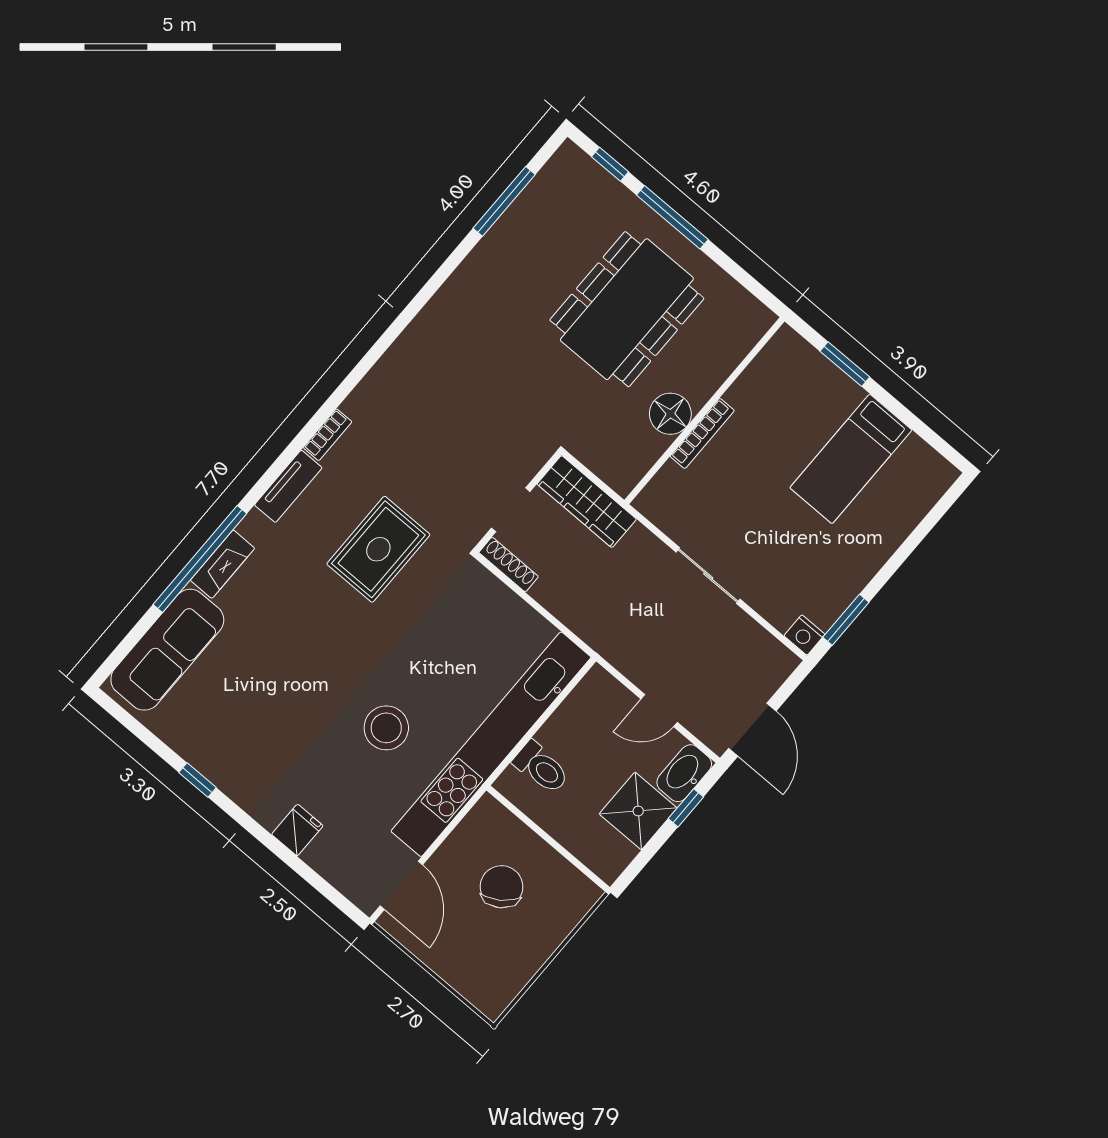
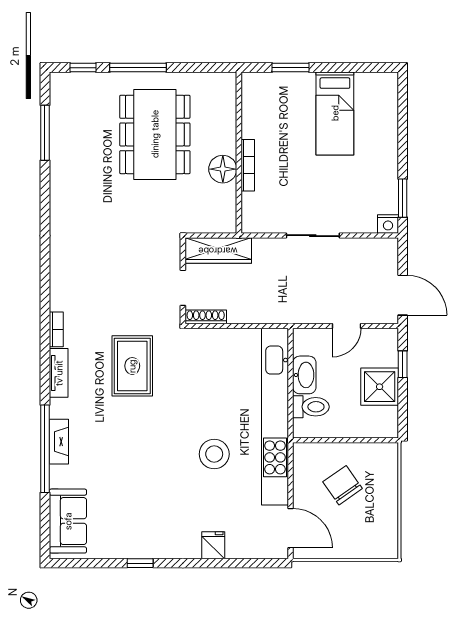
sofa: (167, 650) -> (68, 521), width x0.73
washbasin: (684, 773) -> (304, 375), moved, turned 180

